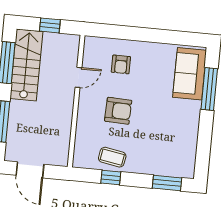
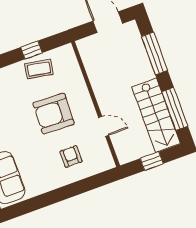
door: (78, 77) -> (104, 126), swing flipped
armchair: (118, 111) -> (54, 113), width x1.36, depth x1.36

